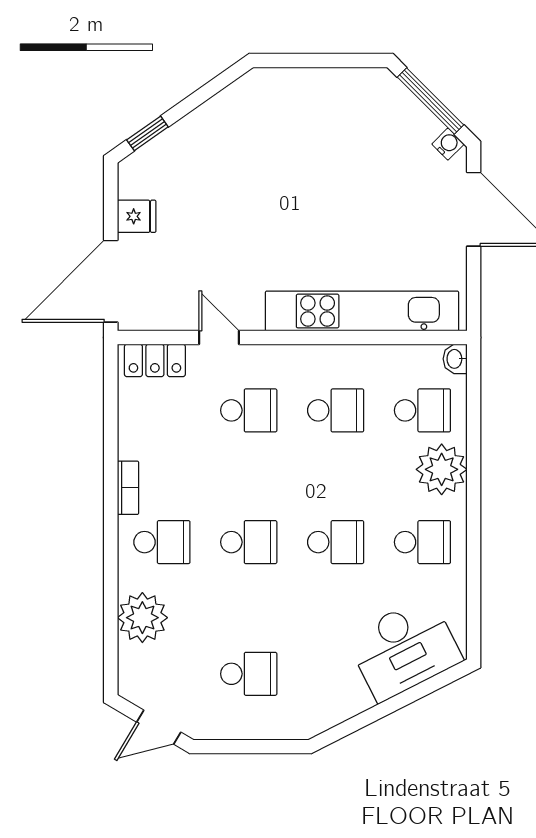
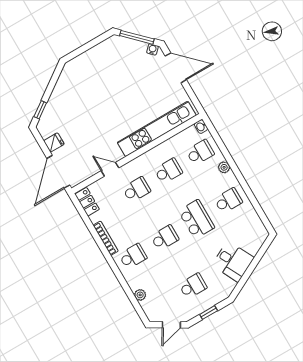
locker: (155, 360) -> (87, 202), moved, turned -90
plant: (442, 469) -> (224, 167), width x0.53, depth x0.53
bookcase: (128, 488) -> (106, 238), width x1.56
school desk: (336, 542) -> (196, 219), width x1.85
plant: (142, 618) -> (140, 295), width x0.53, depth x0.53
desk: (404, 649) -> (233, 261), moved, width x0.73
window: (249, 747) -> (209, 313), added

